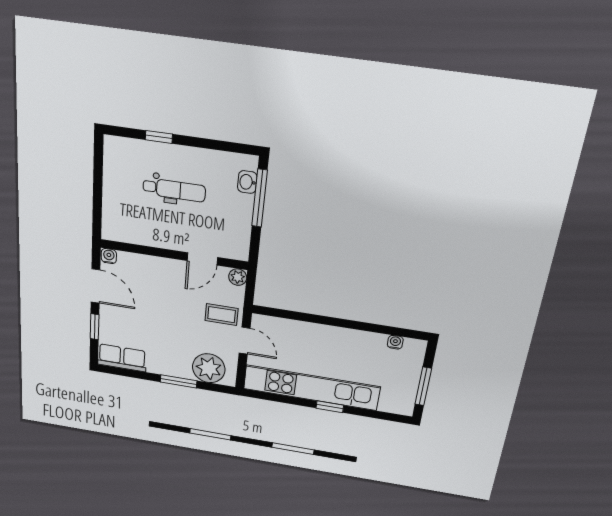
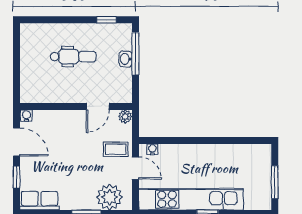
window: (159, 137) -> (106, 20), moved
washbasin: (247, 182) -> (126, 59), moved
water cooler: (395, 342) -> (152, 149), moved

